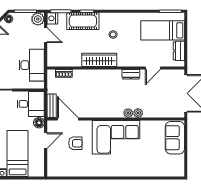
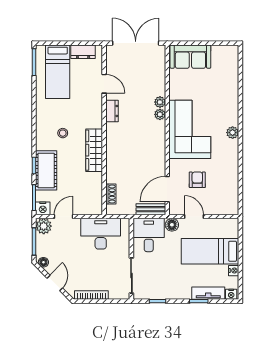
plant: (114, 172) -> (233, 133), added

